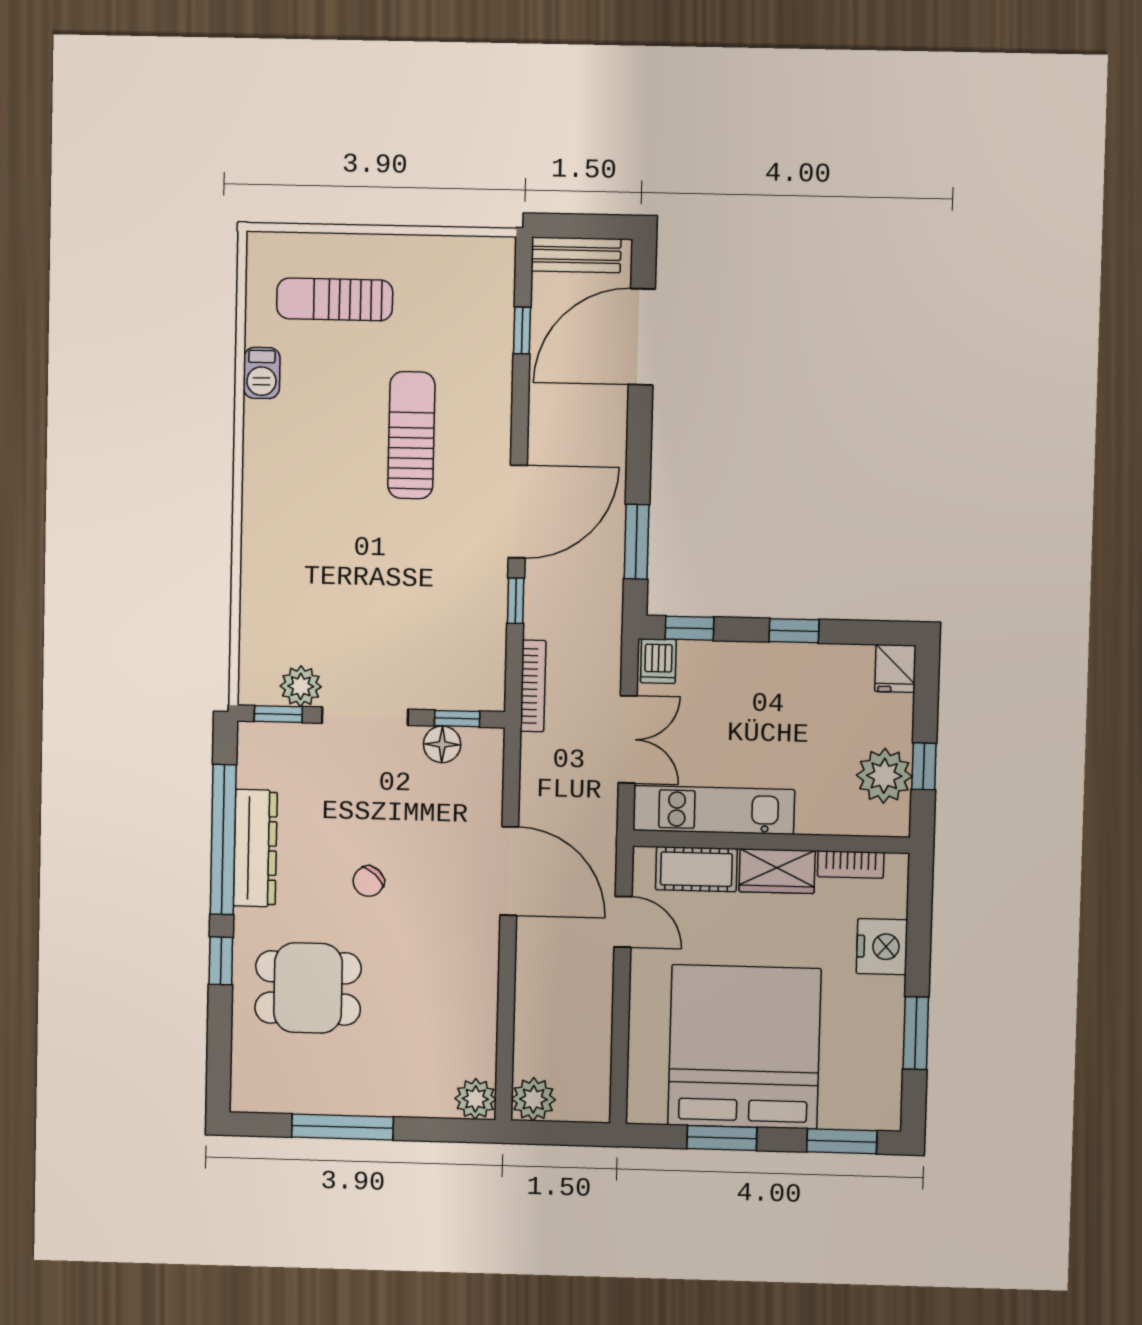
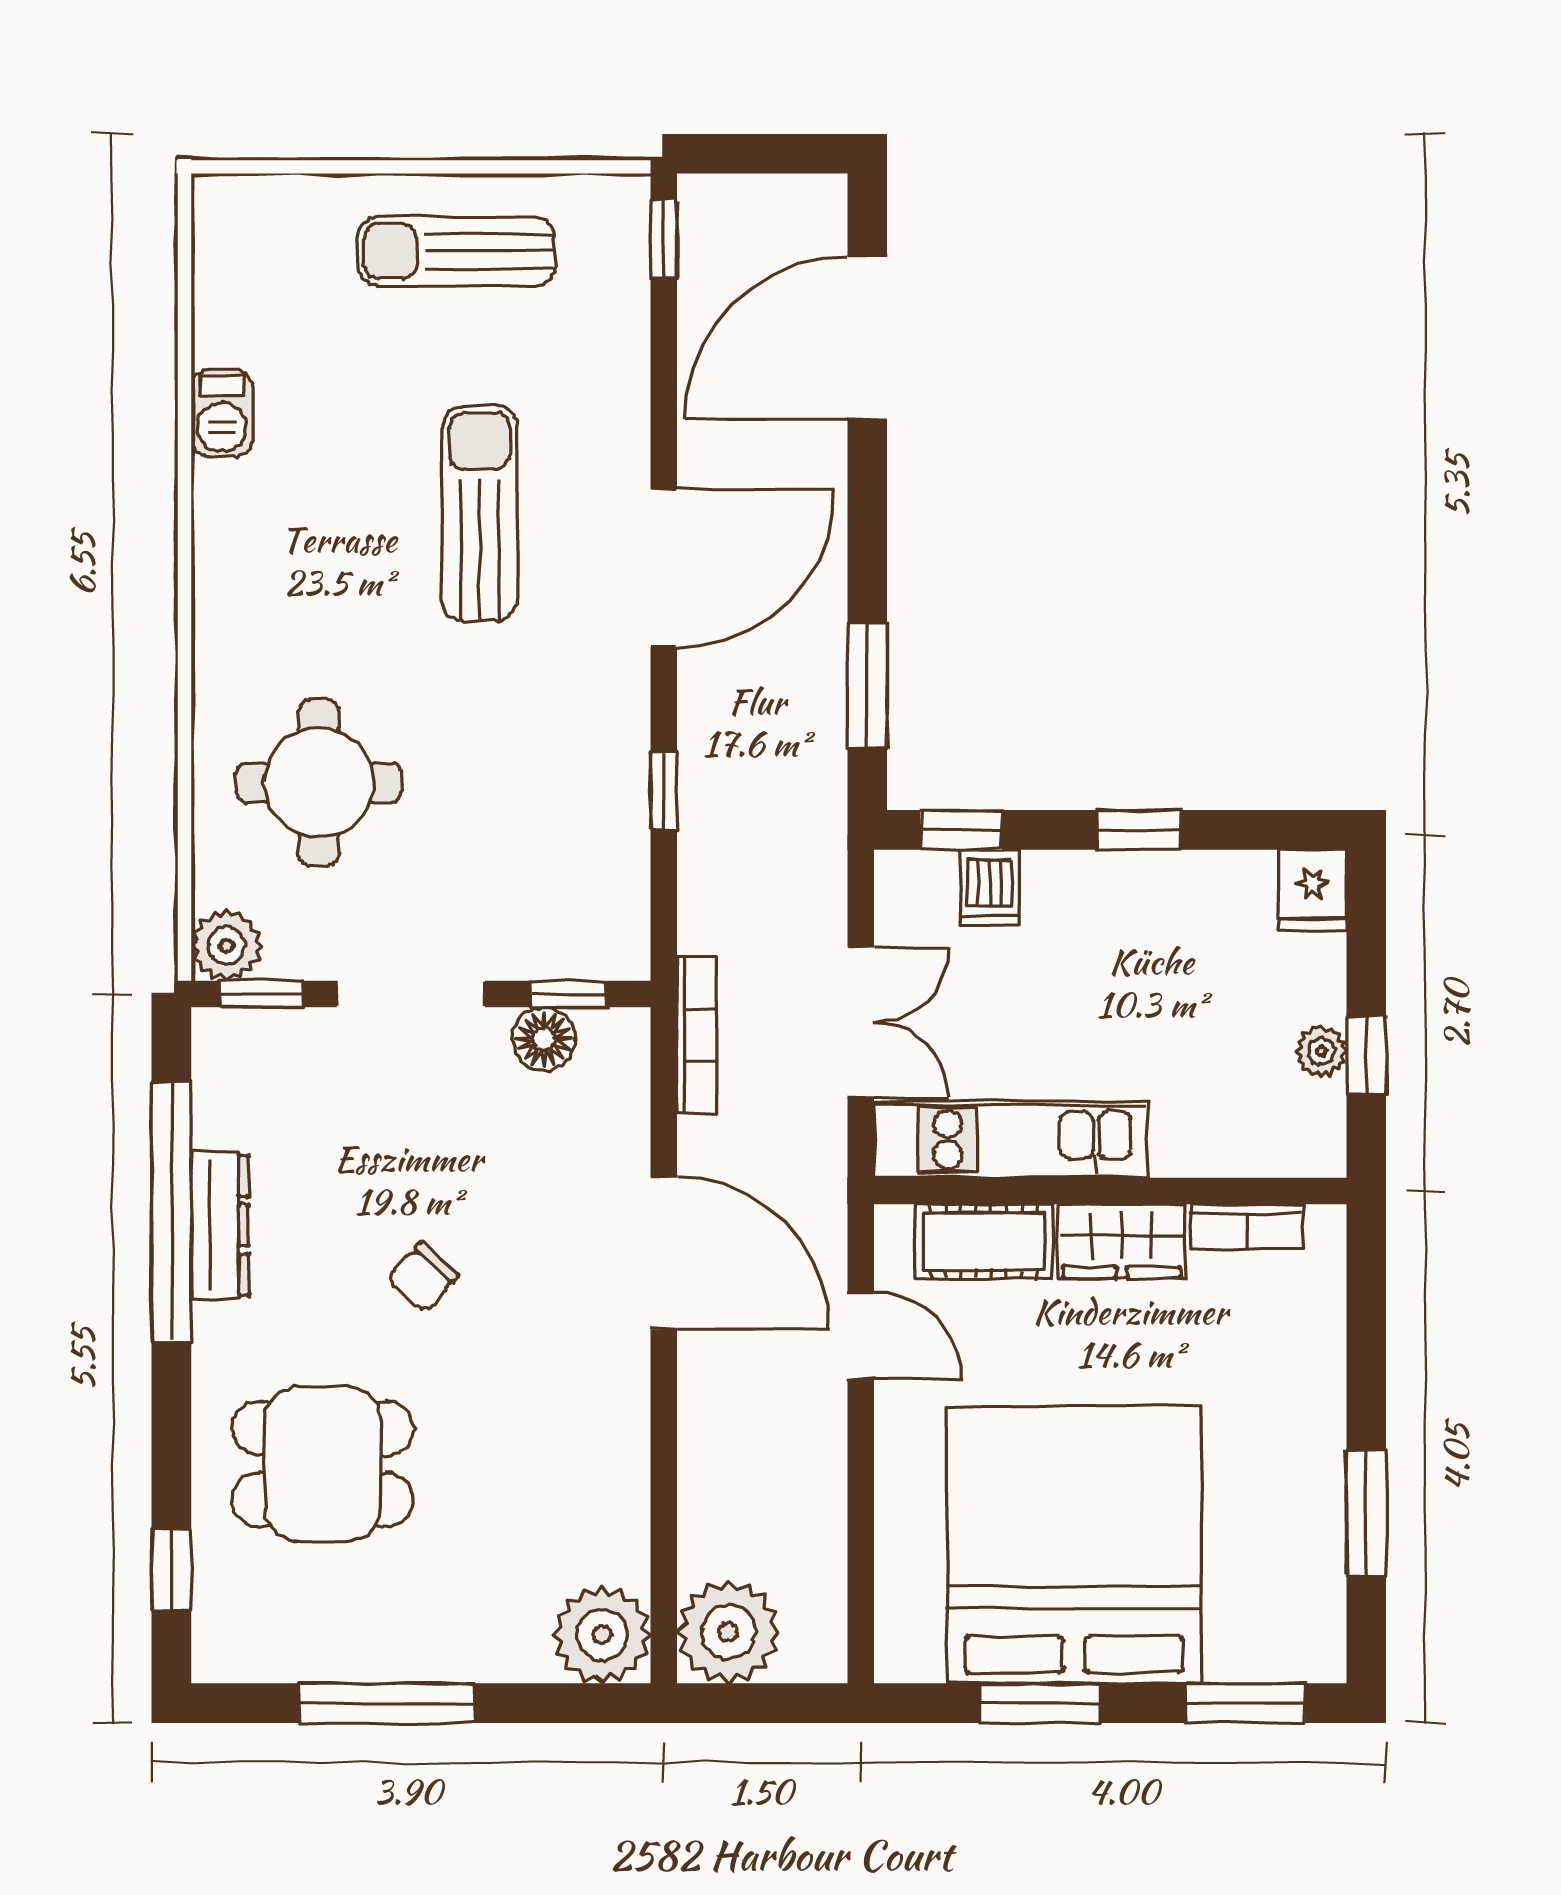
bench: (576, 255) -> (752, 202), removed
sun lounger: (335, 299) -> (456, 251), moved
window: (522, 330) -> (664, 239), moved
door: (518, 512) -> (664, 568), moved
round table: (314, 591) -> (319, 783), added
dishwasher: (658, 661) -> (989, 887), moved
plant: (301, 686) -> (226, 946), moved
bookcase: (533, 686) -> (697, 1035), moved
plant: (884, 776) -> (1321, 1051), width x0.53, depth x0.53
dresser: (255, 848) -> (220, 1225), width x0.73, depth x0.80
nightstand: (882, 947) -> (1304, 1366), removed
window: (221, 961) -> (171, 1570), moved
plant: (475, 1099) -> (602, 1635), width x1.36, depth x1.36
plant: (533, 1099) -> (728, 1632), width x1.36, depth x1.36

